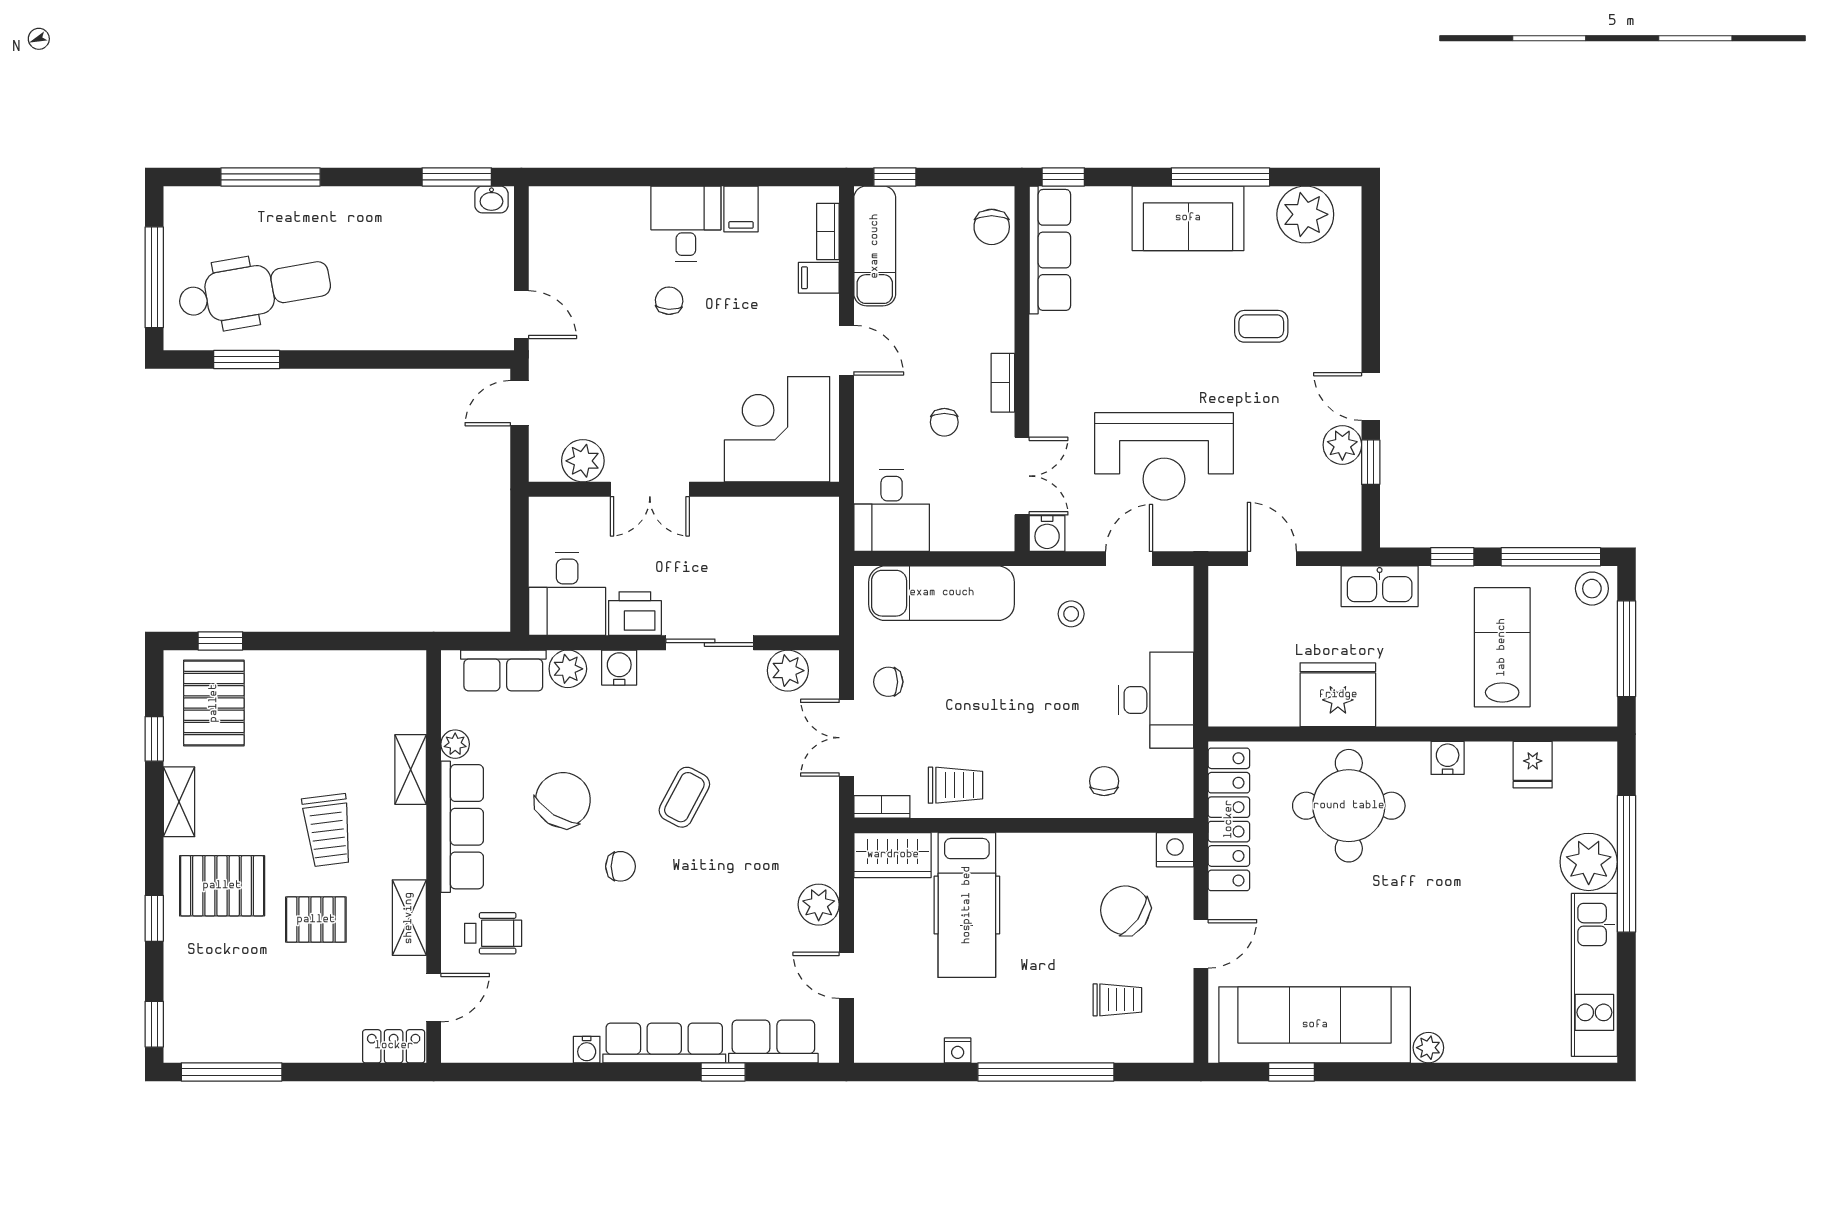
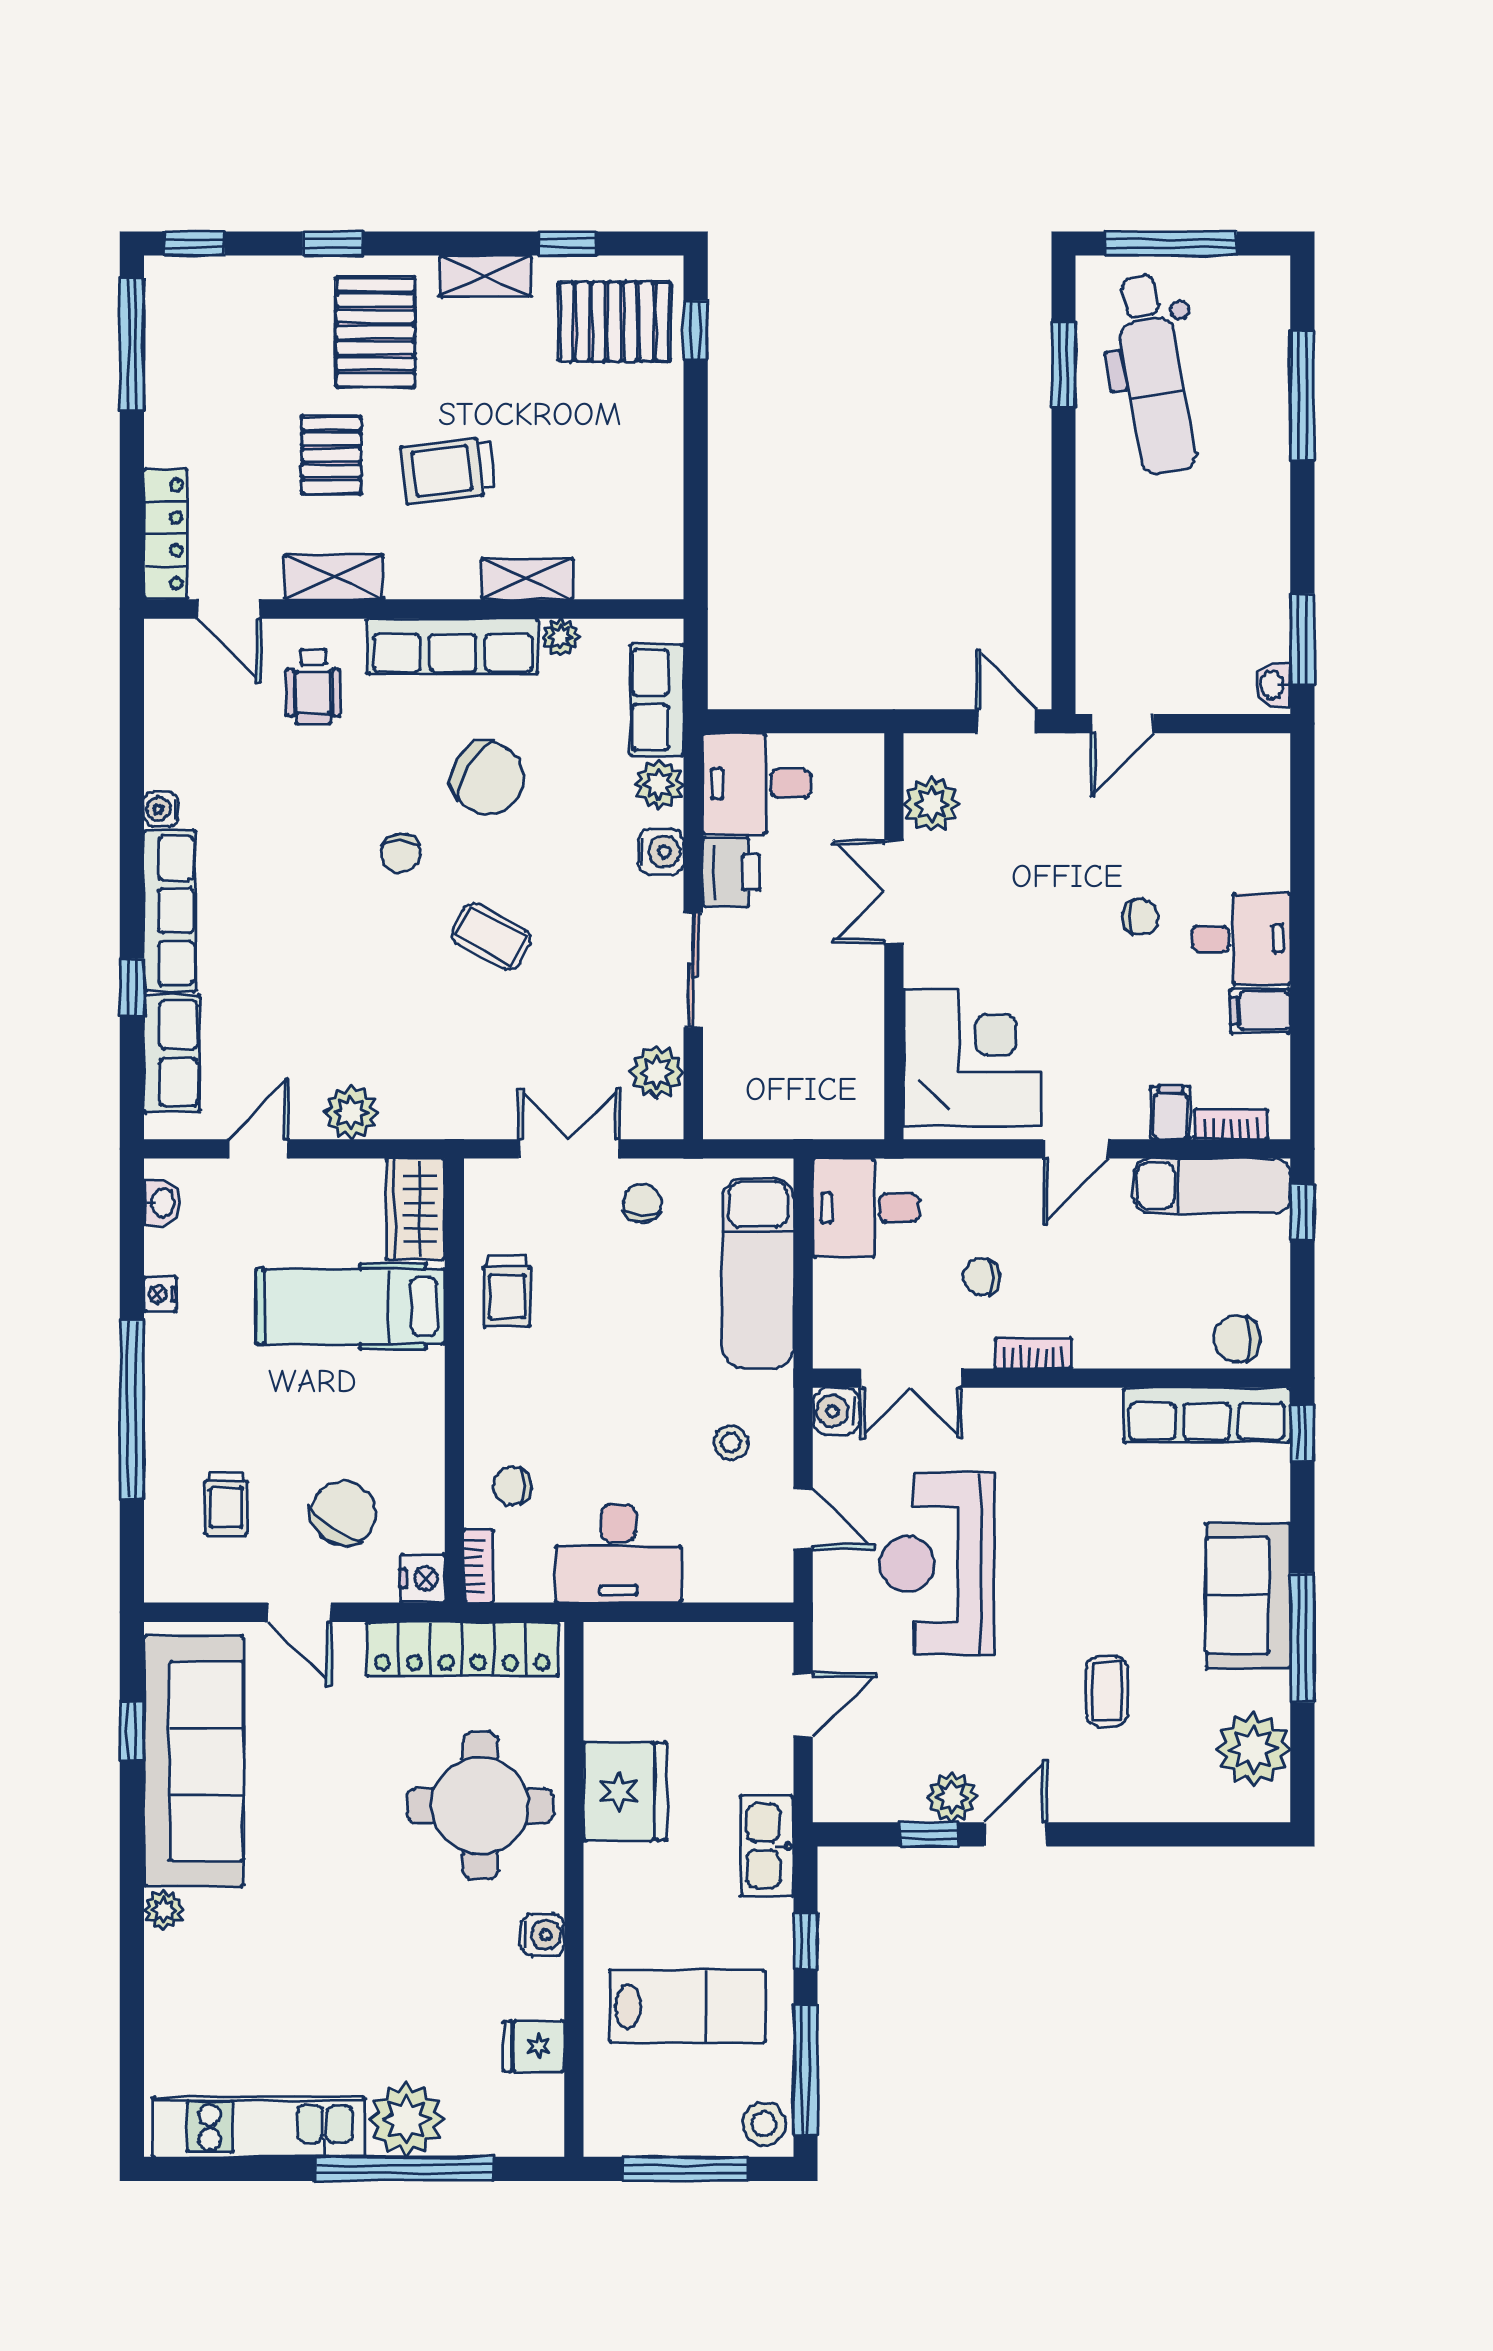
chair: (1104, 781) -> (512, 1486), turned 180
bookcase: (882, 807) -> (479, 1566), moved
locker: (394, 1046) -> (165, 534), width x1.53
washbasin: (888, 1049) -> (162, 1203), added

